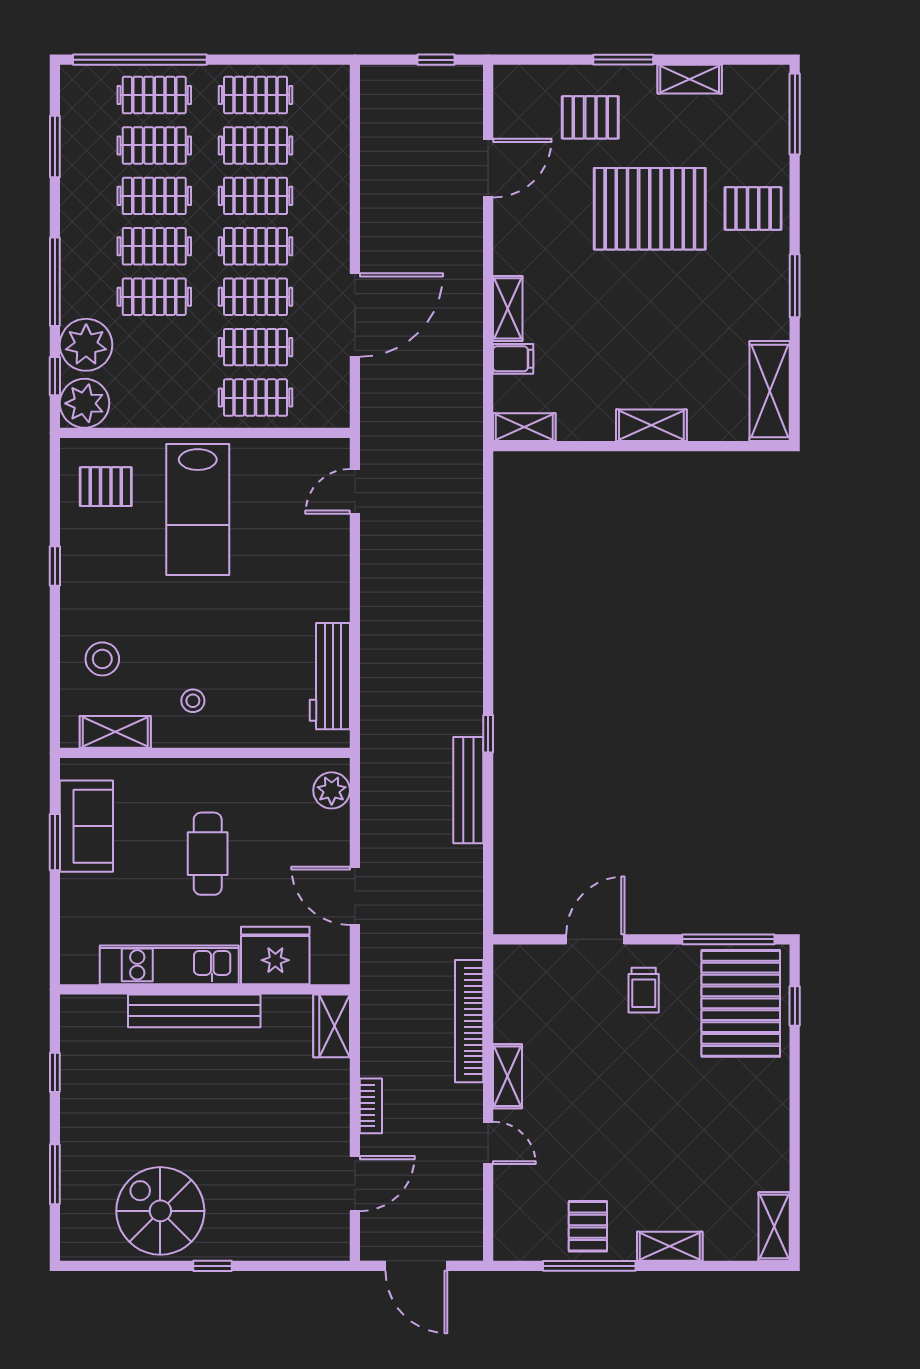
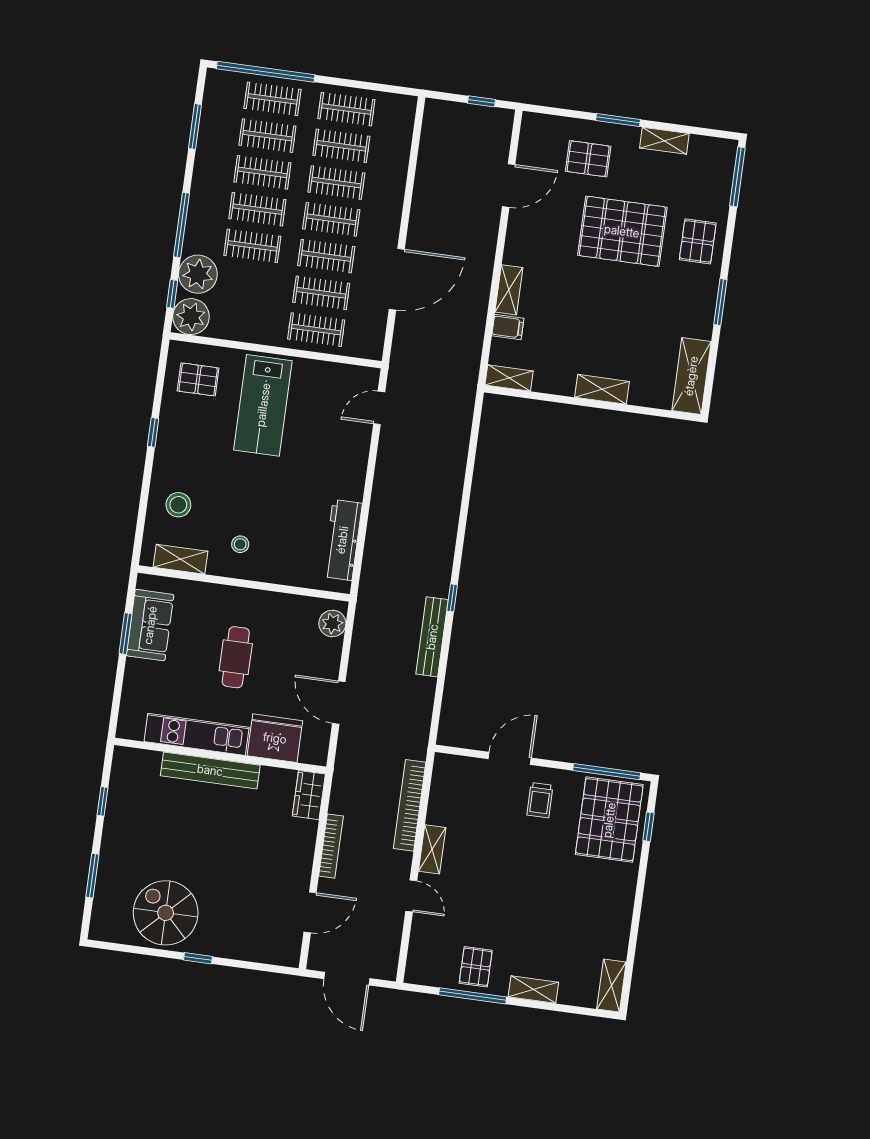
pallet: (753, 208) -> (698, 241), turned 90
bookcase: (371, 1106) -> (331, 846), width x1.56

